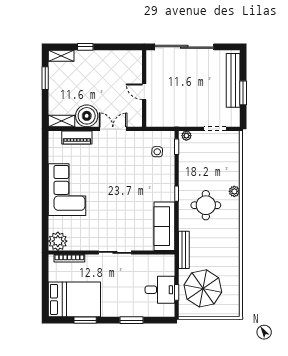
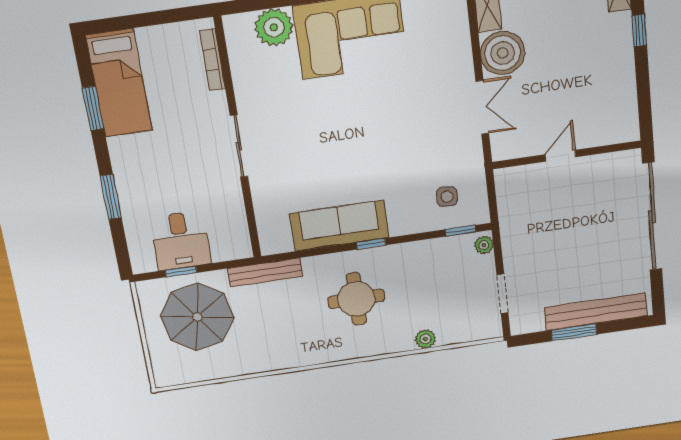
piano: (77, 137) -> (458, 40), removed
plant: (234, 191) -> (425, 339), moved
sofa: (164, 226) -> (339, 226), moved
plant: (58, 241) -> (274, 27), moved
bed: (74, 299) -> (119, 83), width x0.67

